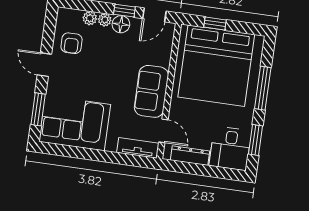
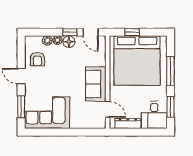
door: (154, 15) -> (91, 32), hinge flipped
tv unit: (138, 148) -> (92, 123), removed

